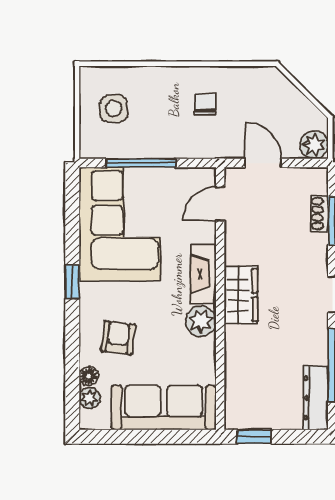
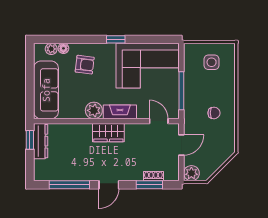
window: (141, 163) -> (181, 91), moved
dresser: (316, 398) -> (41, 141), moved, turned 90

